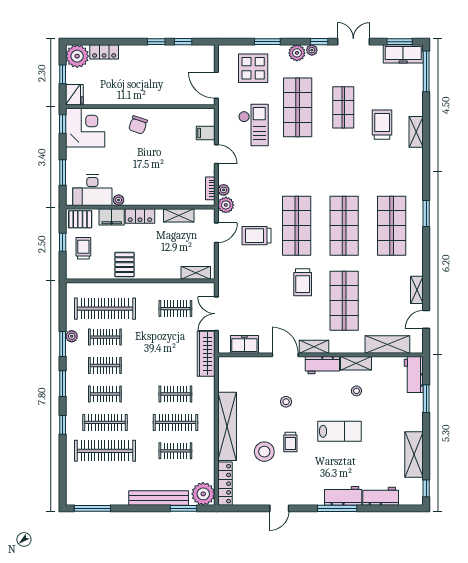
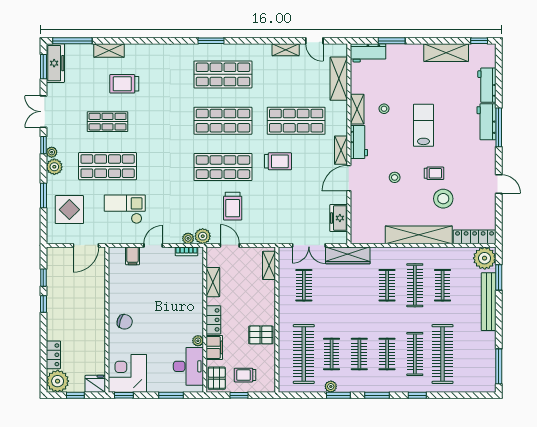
shelving: (416, 132) -> (109, 51), moved

